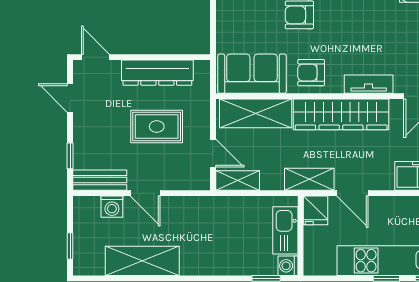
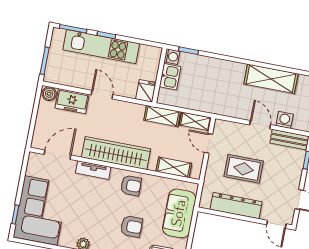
sofa: (252, 74) -> (179, 213), moved, turned 90
shelving: (256, 113) -> (174, 167), width x0.67, depth x0.75
shelving: (309, 179) -> (162, 116), moved
door: (352, 193) -> (102, 95), moved
kitchen sink: (285, 230) -> (170, 77), width x0.73

